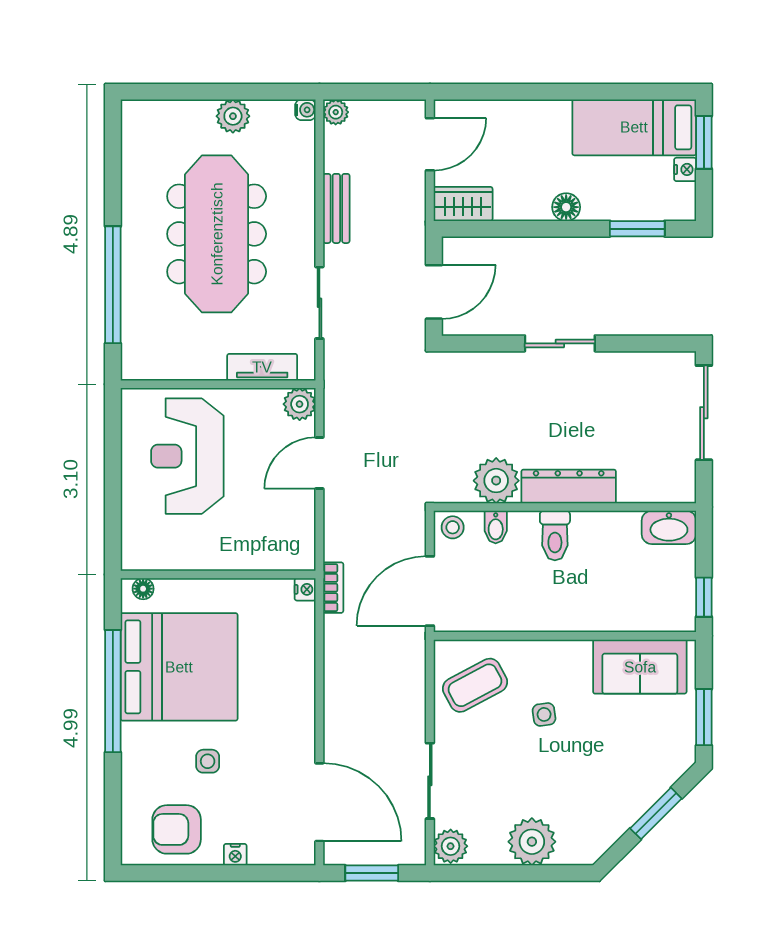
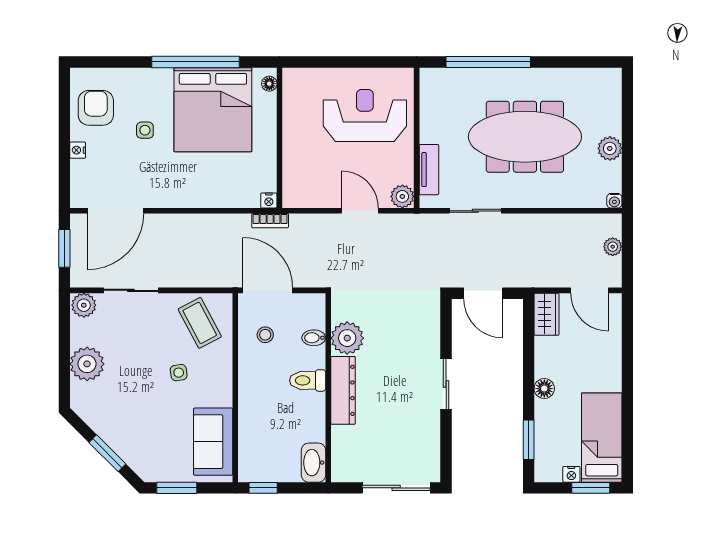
plant: (336, 112) -> (613, 247), moved
bench: (336, 208) -> (543, 223), removed
stool: (453, 527) -> (265, 335), moved

